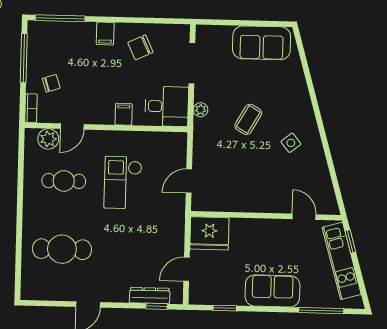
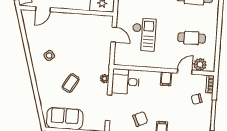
filing cabinet: (124, 114) -> (166, 79), moved
coffee table: (248, 119) -> (71, 83), moved
door: (189, 181) -> (114, 35), hinge flipped
checkout: (123, 183) -> (144, 35), moved
door: (304, 217) -> (43, 9), hinge flipped

